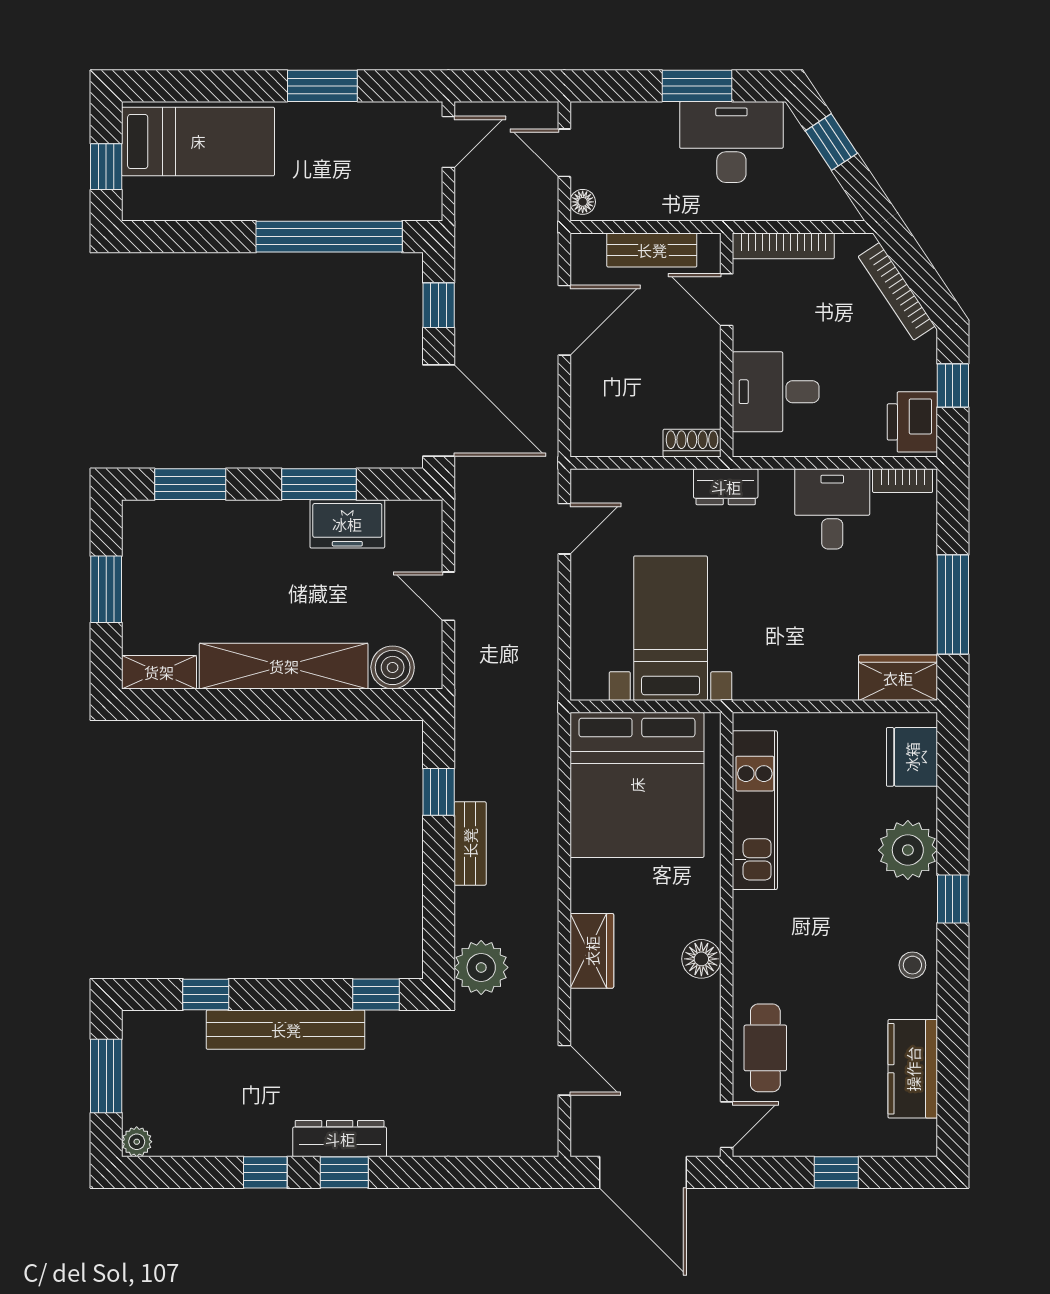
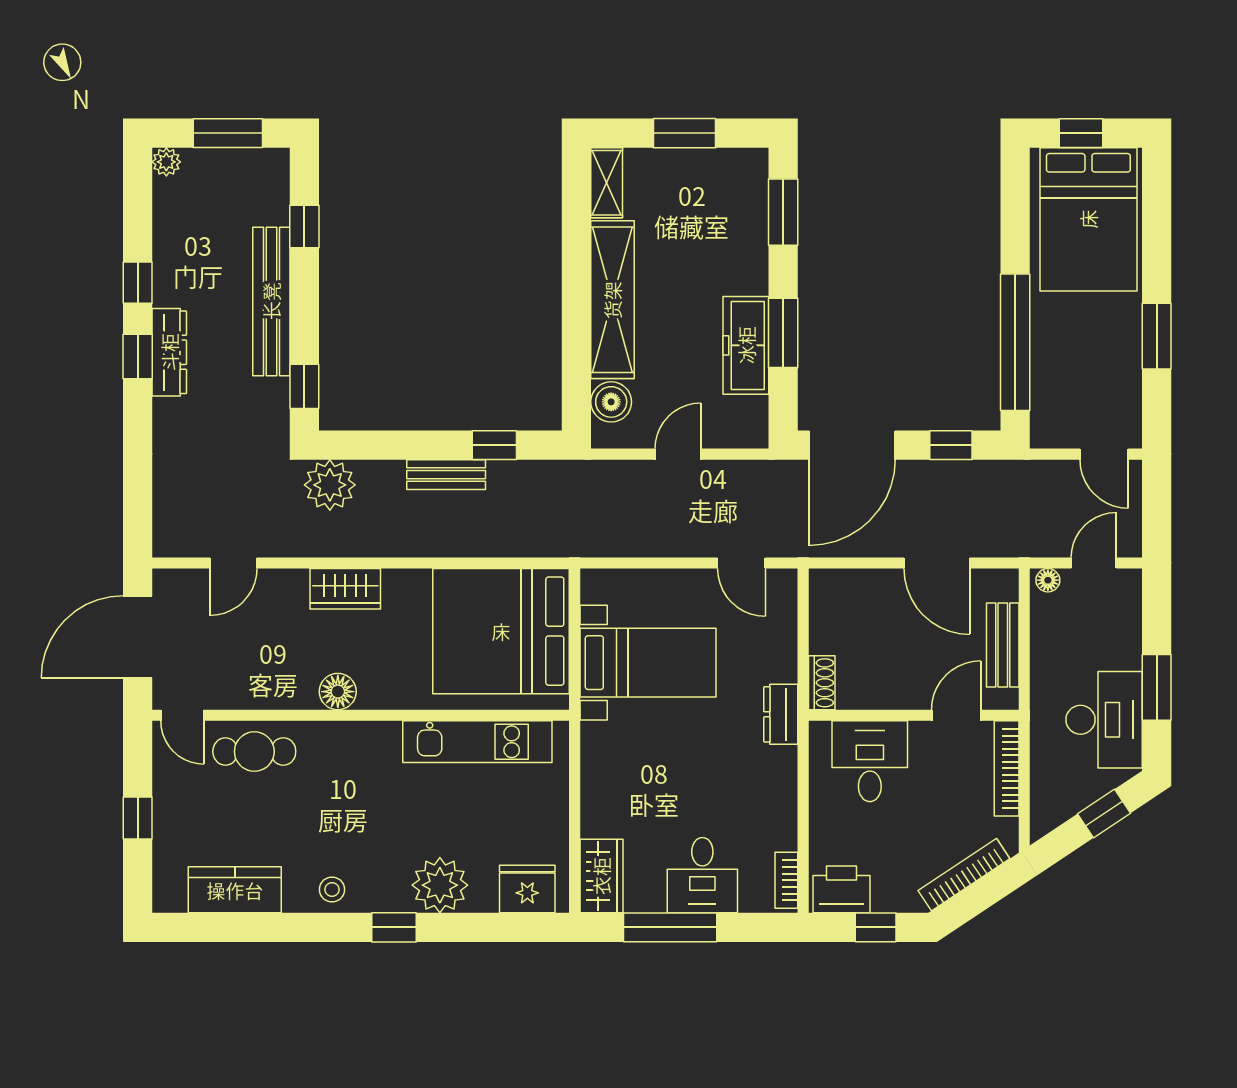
bed: (198, 141) -> (1088, 219), width x1.50
desk: (832, 509) -> (702, 875), moved, turned 90
freezer: (347, 524) -> (746, 345), width x1.40

